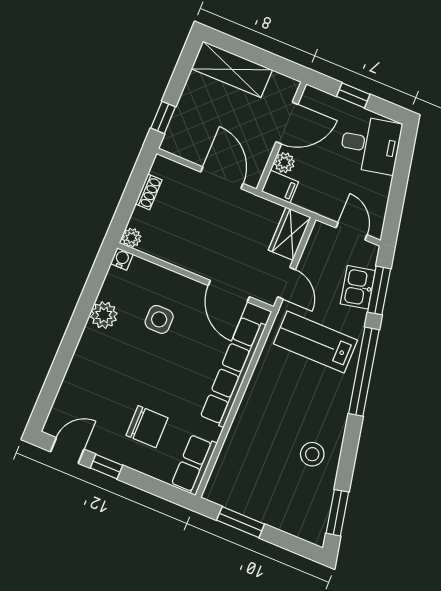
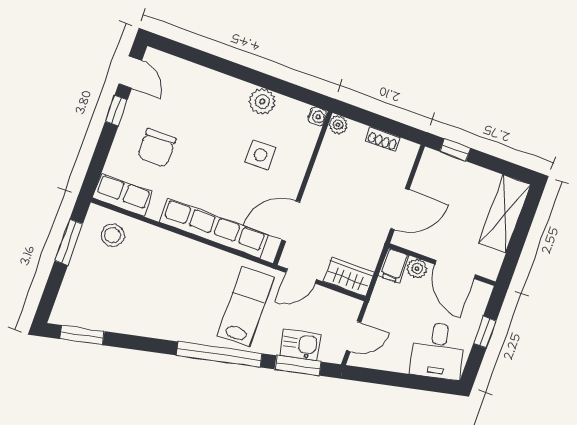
stool: (312, 454) -> (113, 235), moved

